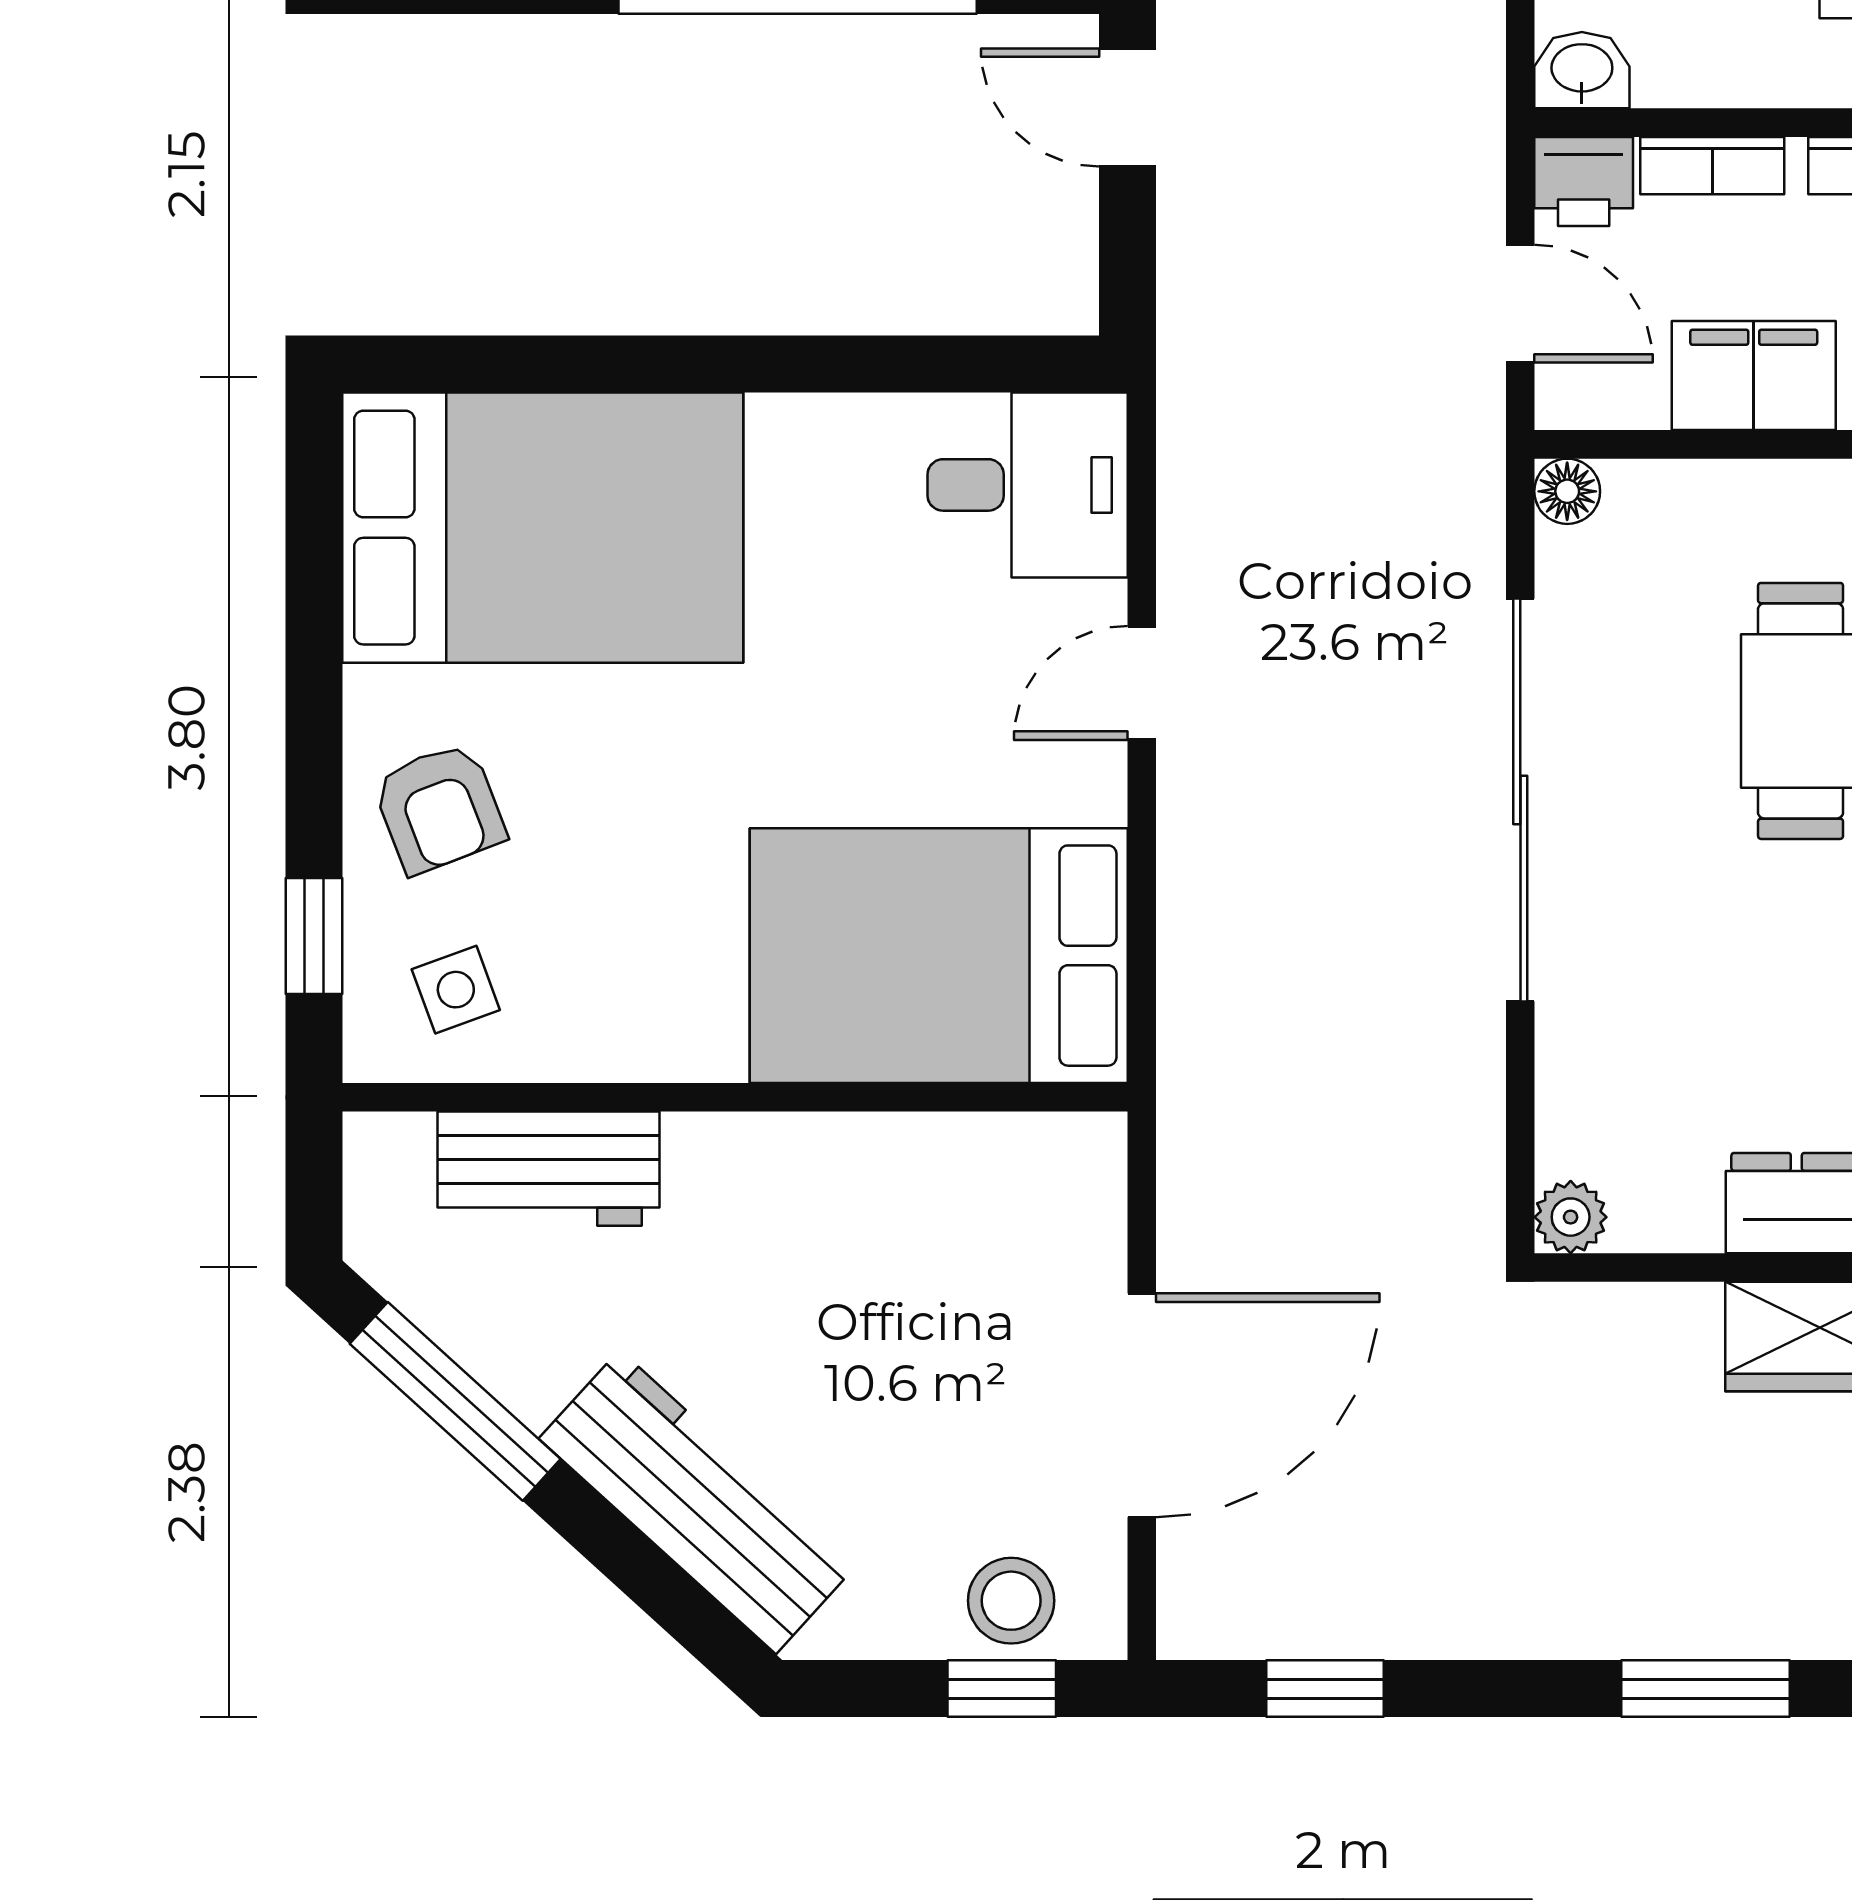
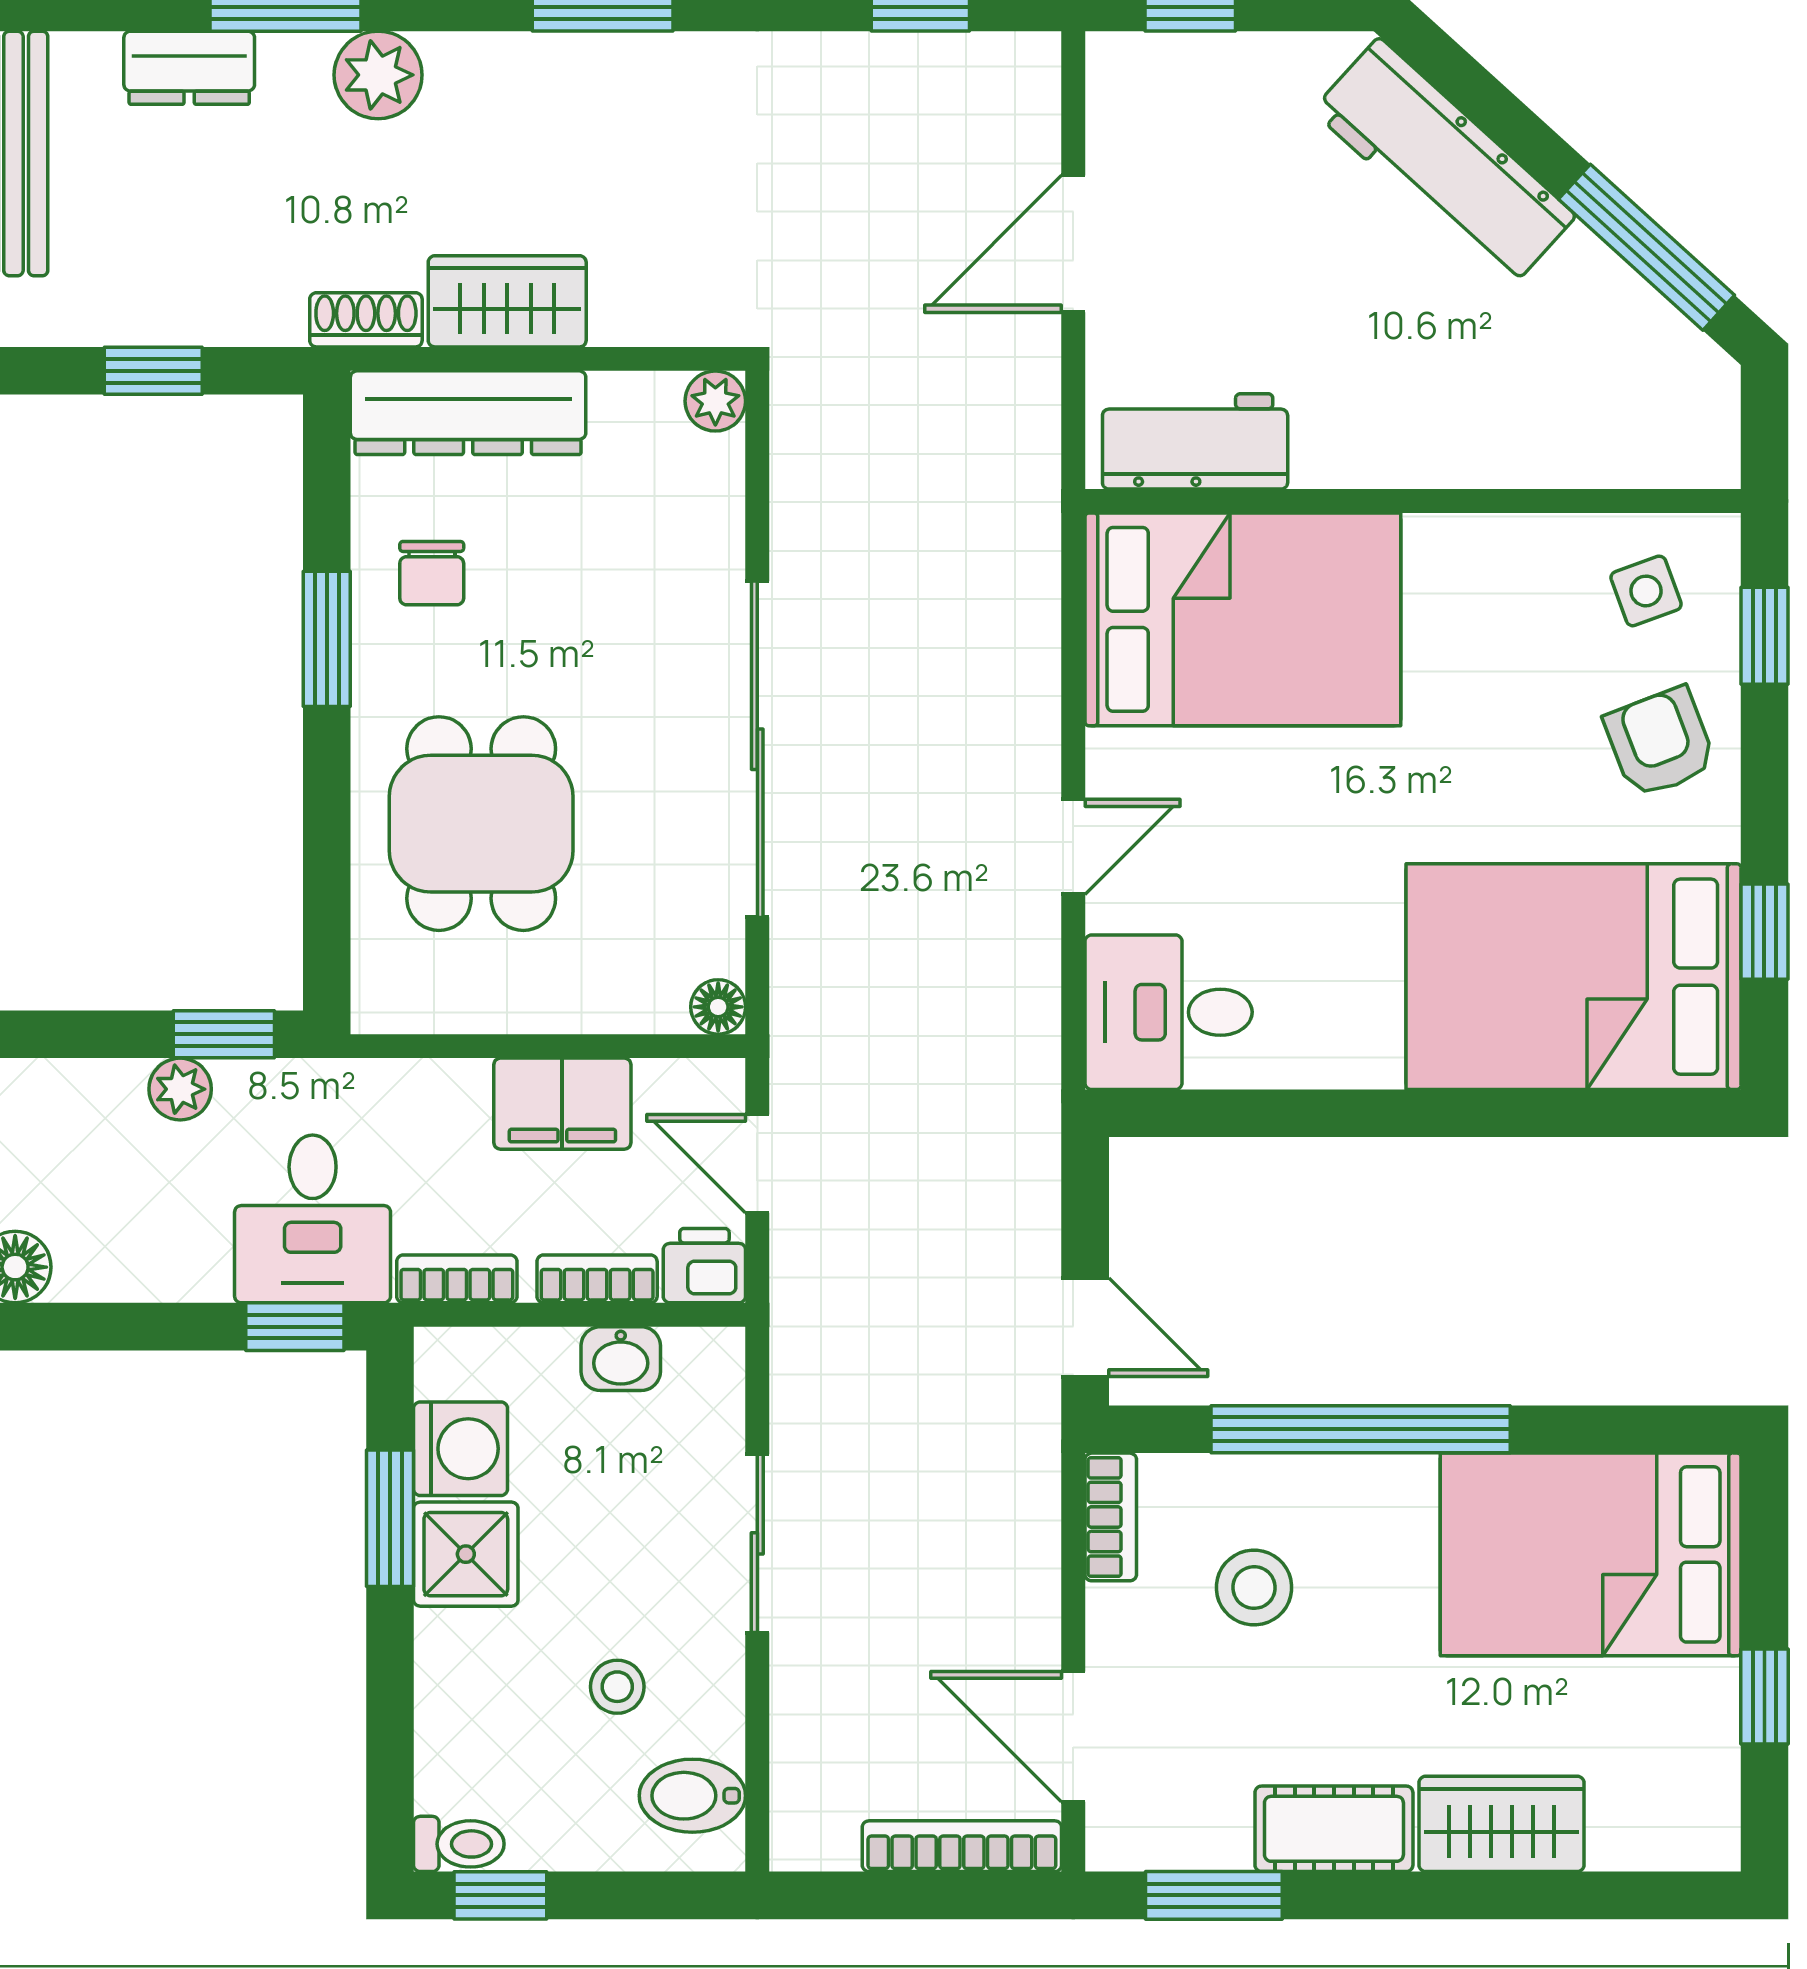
washbasin: (1582, 70) -> (621, 1359), moved
window: (314, 582) -> (1764, 932), added
workbench: (549, 1169) -> (1195, 441), moved
door: (1142, 1405) -> (1073, 244), width x0.73
stool: (1011, 1601) -> (1182, 81), removed

